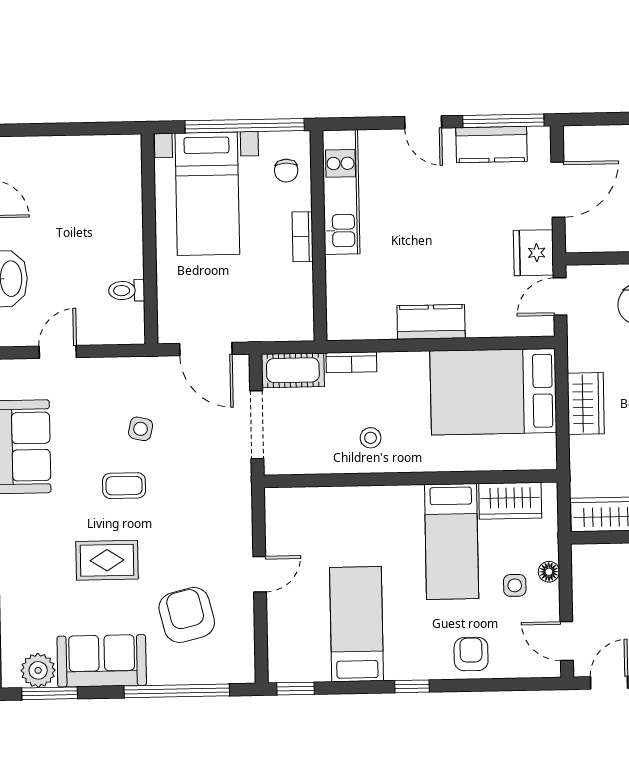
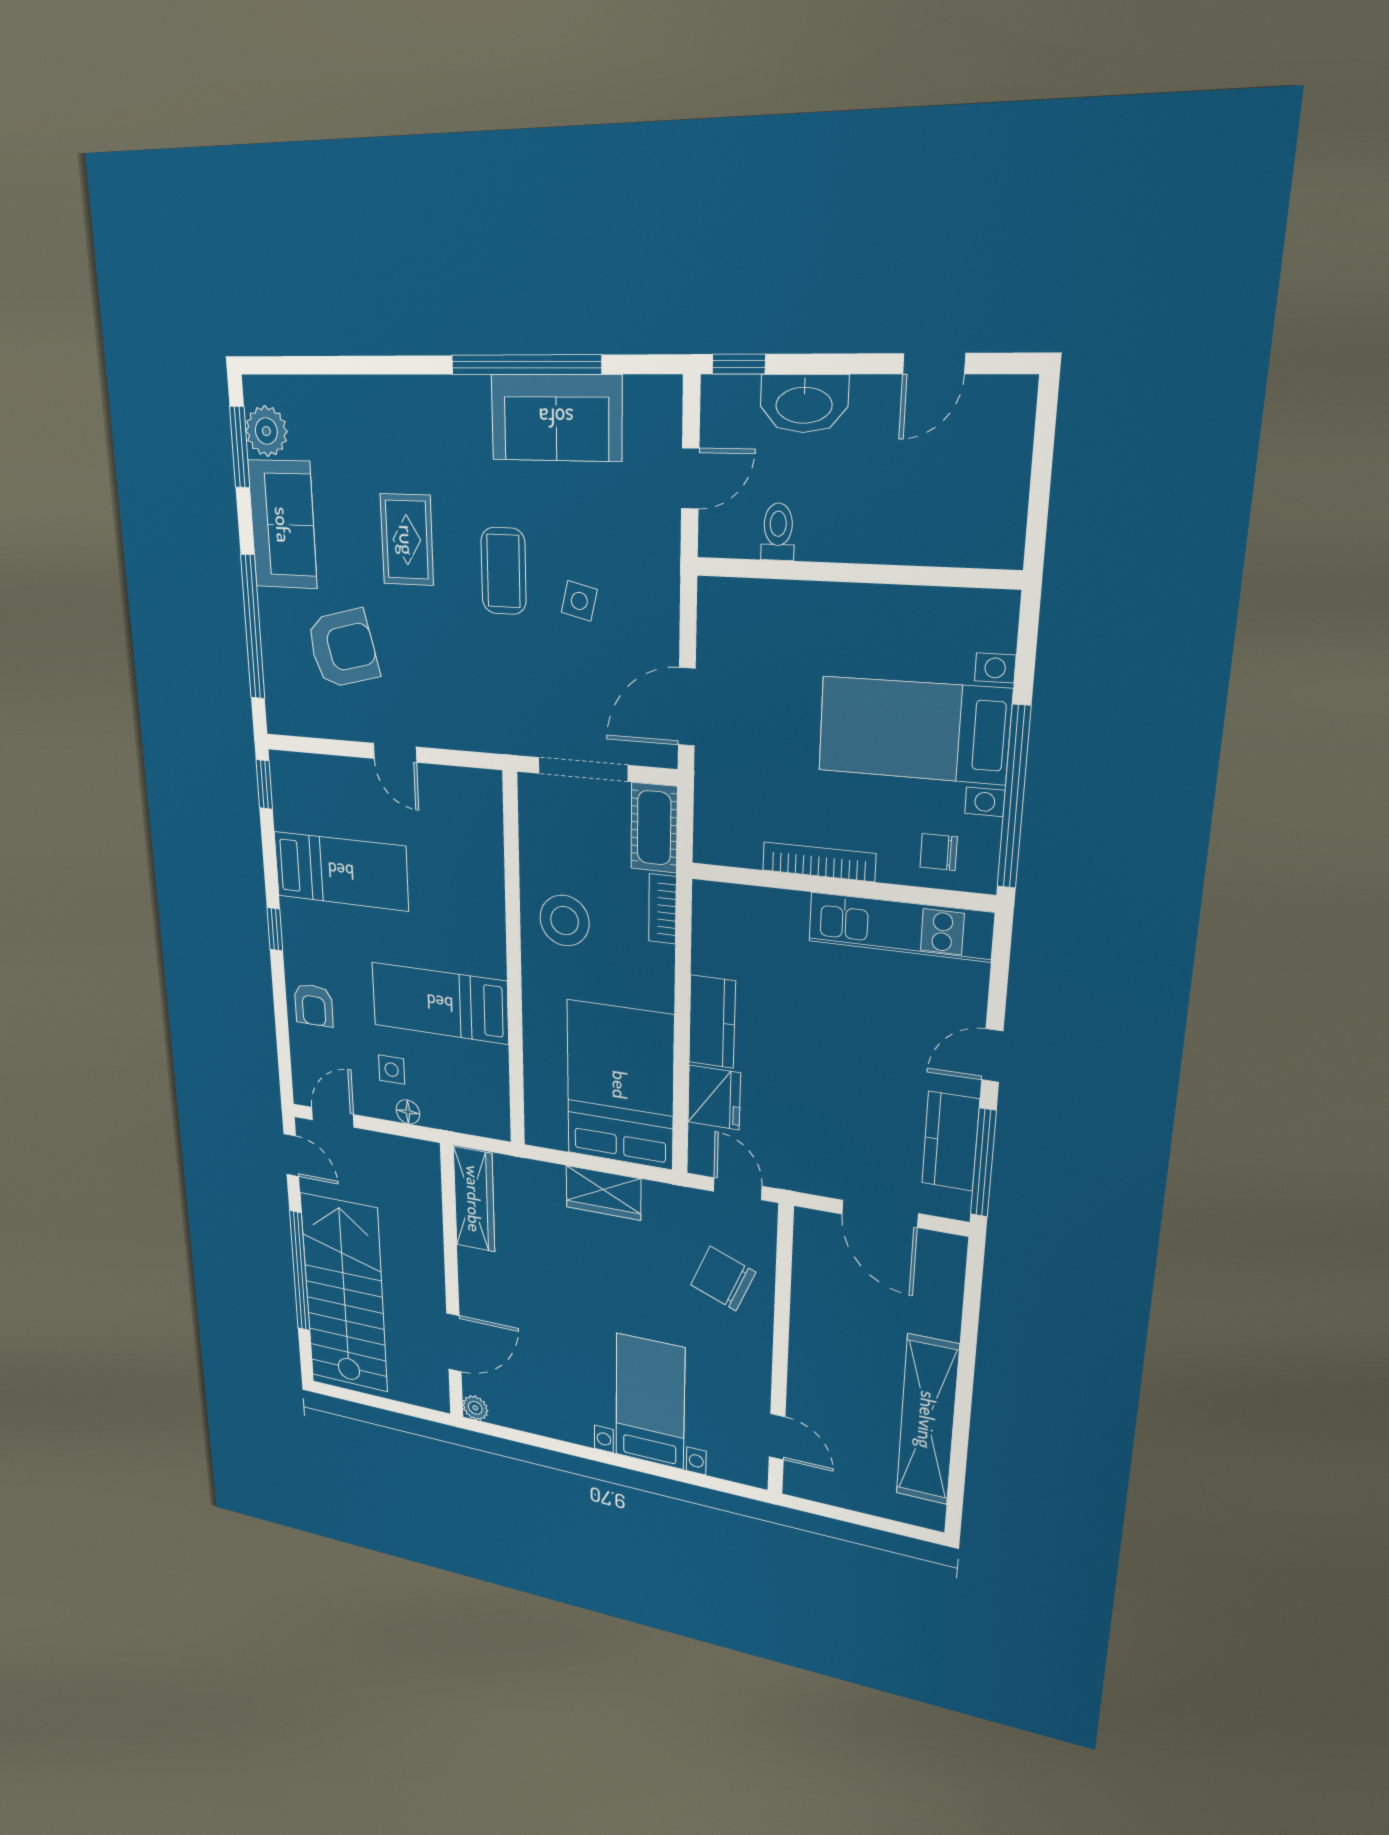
bookcase: (303, 237) -> (819, 862), width x1.56
wall: (149, 239) -> (854, 573), moved
fridge: (534, 253) -> (714, 1098), moved, turned 90
toilet: (127, 290) -> (778, 532), moved
door: (58, 352) -> (690, 479), hinge flipped
stool: (371, 438) -> (565, 921), width x1.89, depth x1.89
coffee table: (124, 486) -> (503, 571), width x1.36, depth x1.30
wardrobe: (510, 501) -> (488, 1082), removed
armchair: (471, 654) -> (314, 1005), turned 90

